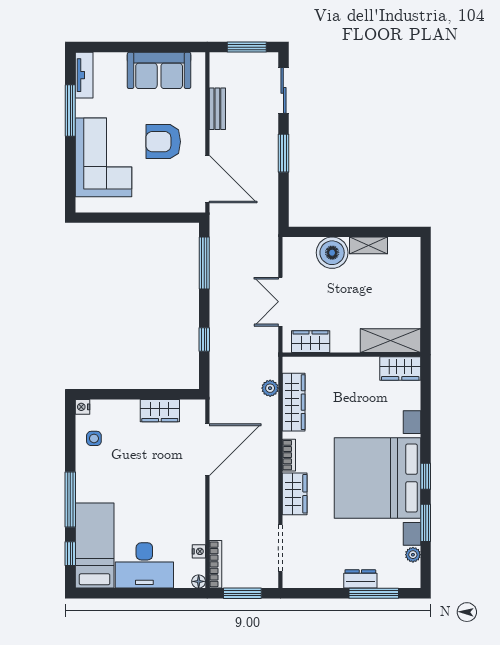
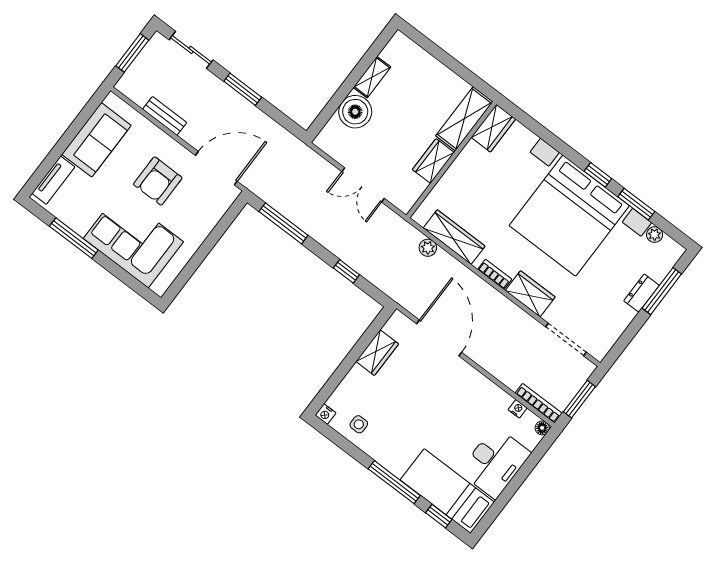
tv unit: (84, 75) -> (53, 180), moved, turned 90
wardrobe: (311, 342) -> (433, 161), moved

